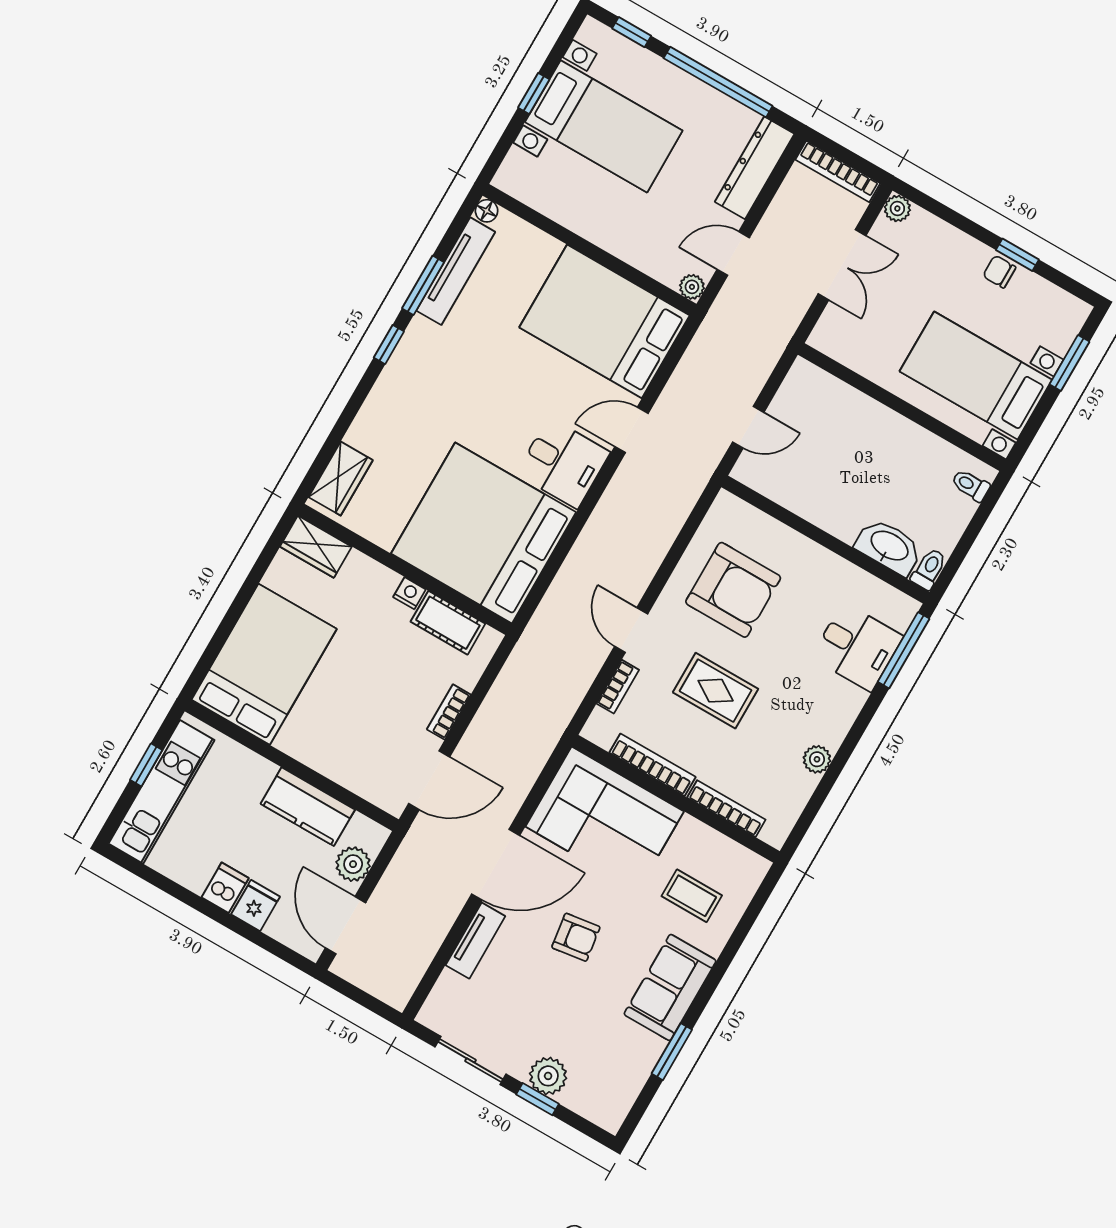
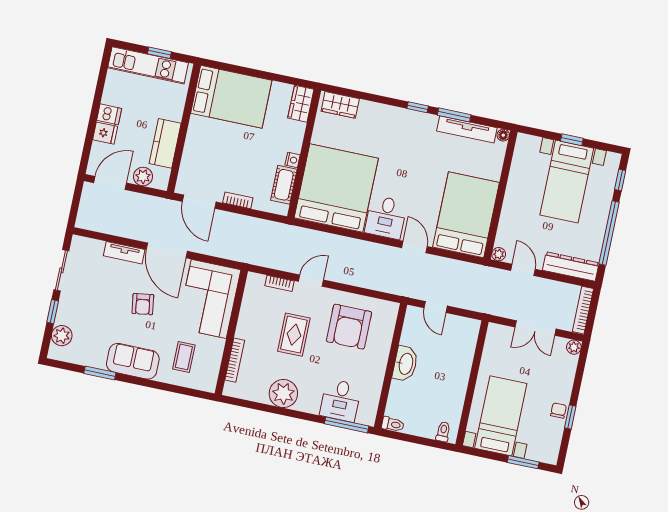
washbasin: (889, 547) -> (405, 364), moved
plant: (817, 759) -> (283, 394), width x1.88, depth x1.88
bookcase: (653, 765) -> (245, 315), removed
plant: (548, 1076) -> (62, 336), moved

